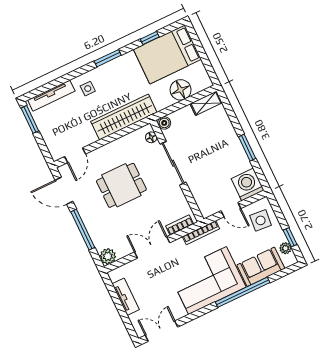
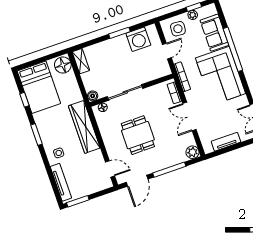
floor lamp: (181, 90) -> (63, 65), moved
washing machine: (248, 184) -> (138, 39), moved, turned -90
plant: (285, 248) -> (193, 15), moved

